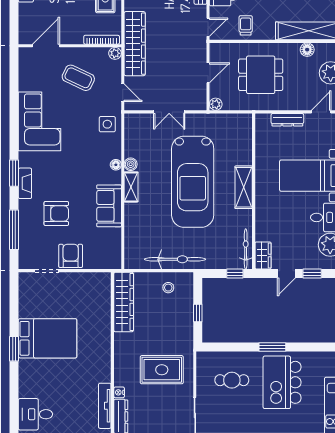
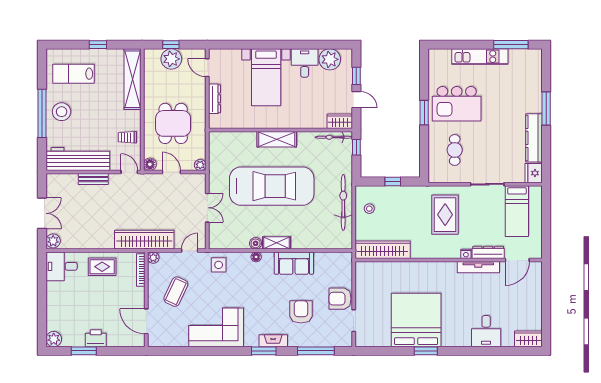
floor lamp: (307, 50) -> (150, 164), moved
bed: (48, 338) -> (416, 320), width x1.36

